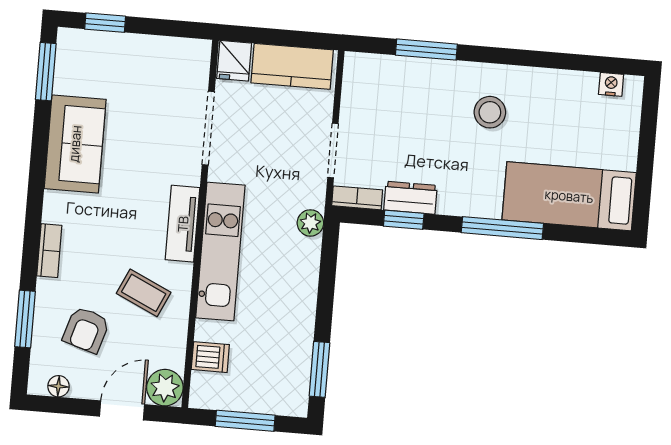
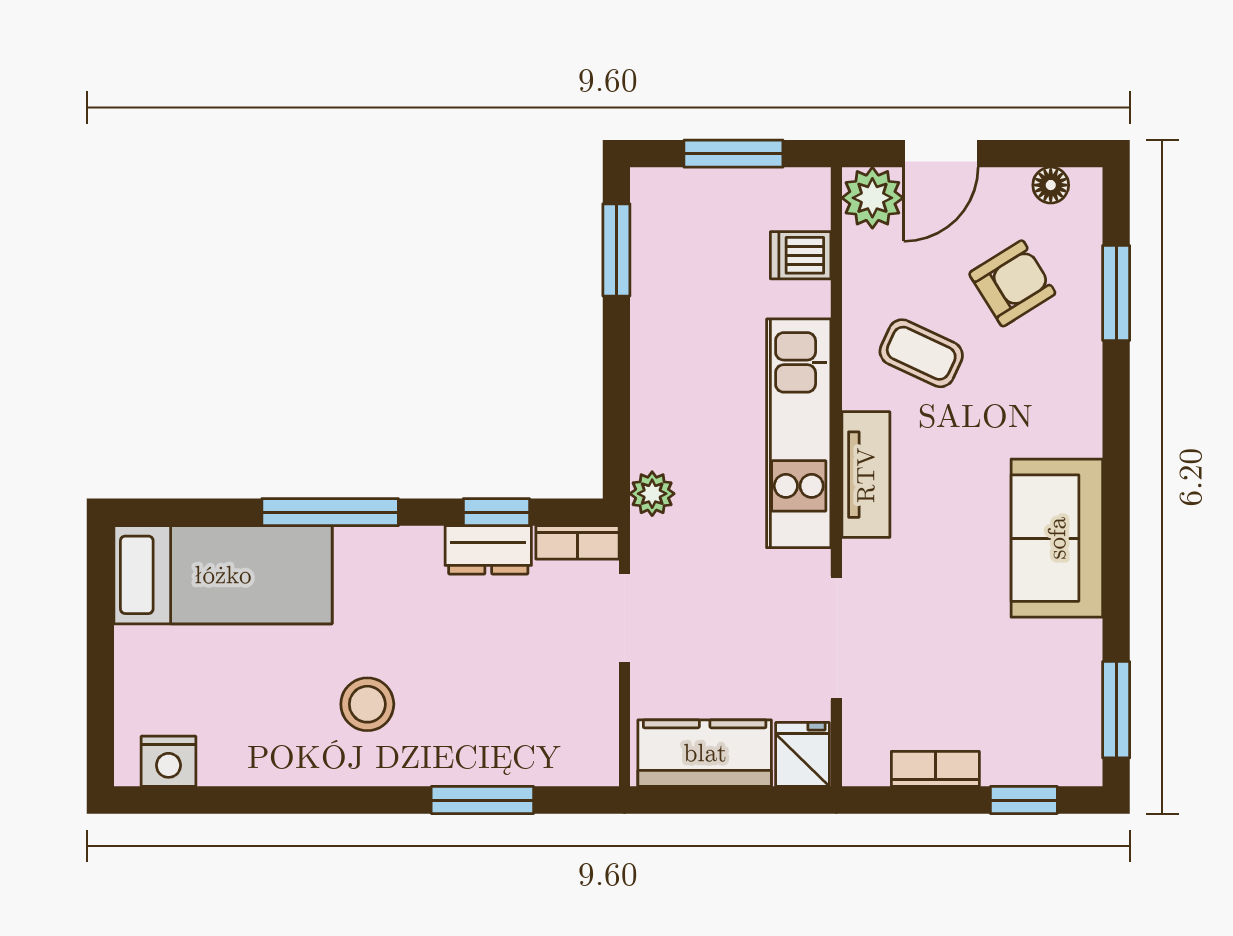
nightstand: (611, 84) -> (168, 761), width x1.39, depth x1.35
sofa: (75, 144) -> (1057, 538), moved
bookcase: (49, 251) -> (935, 769), moved, turned 90
armchair: (86, 330) -> (1012, 283), turned 41

